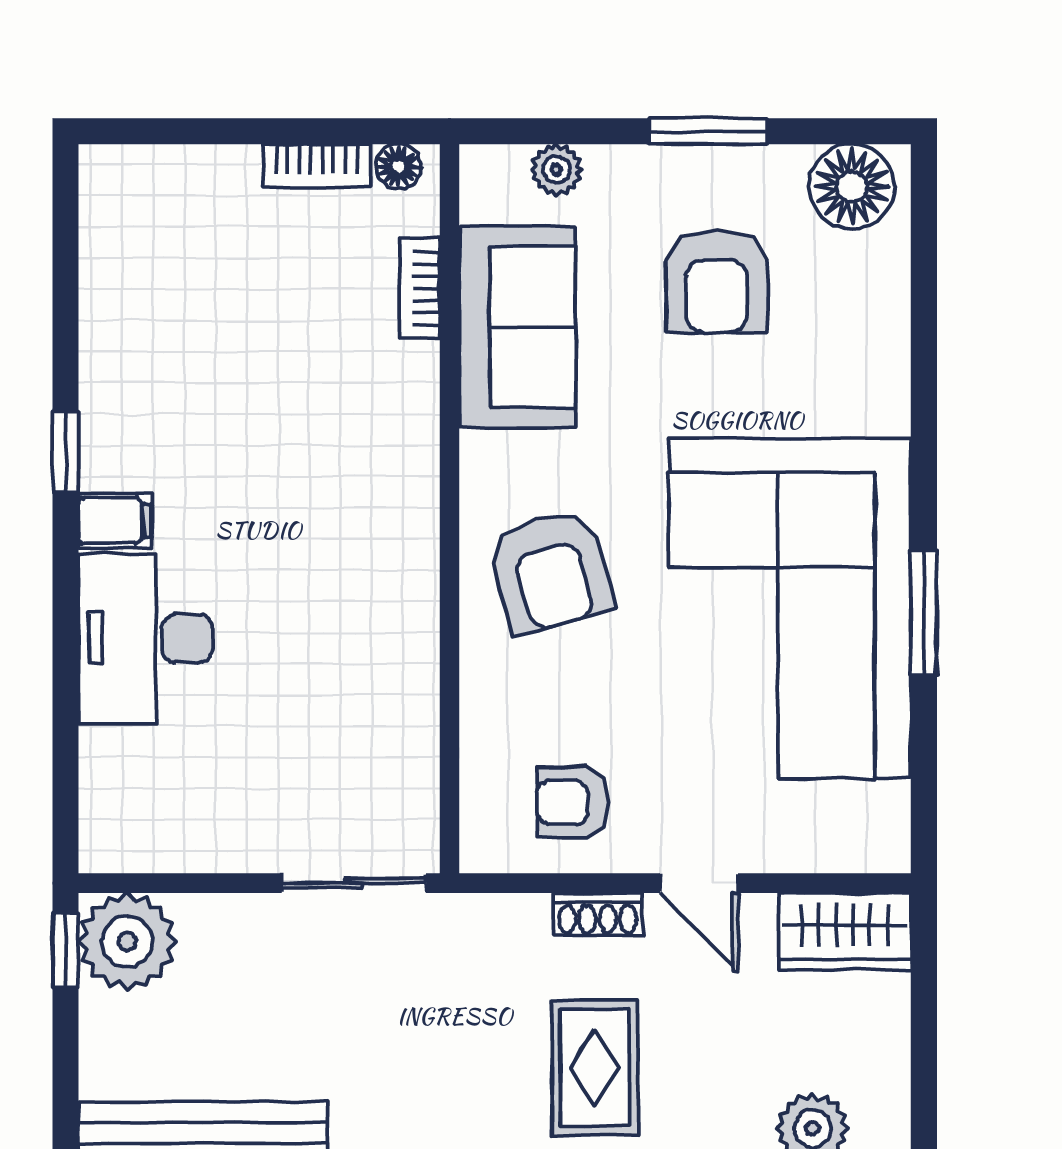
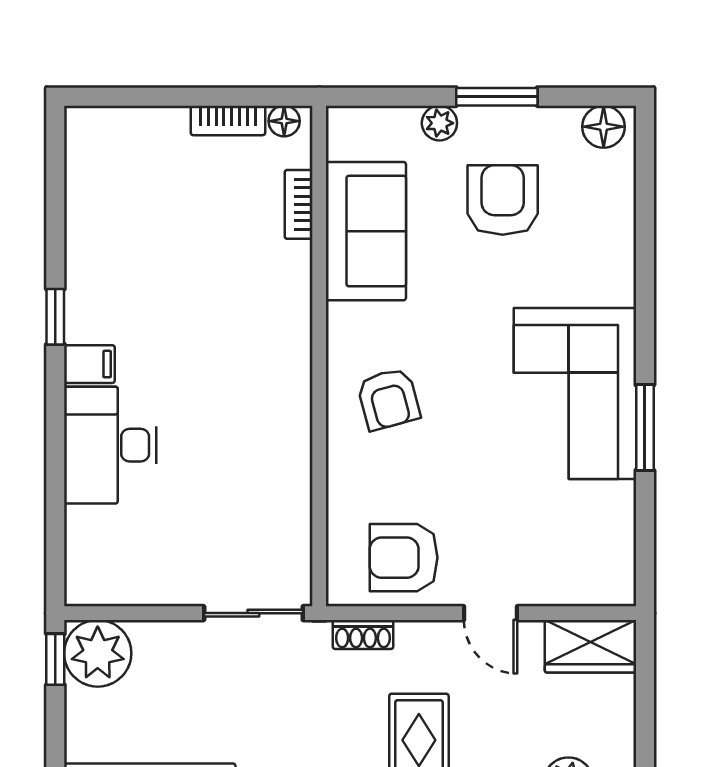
plant: (556, 170) -> (439, 123), moved
floor lamp: (852, 187) -> (604, 127), width x0.73, depth x0.73
armchair: (717, 282) -> (503, 200), turned 180
armchair: (550, 571) -> (388, 399), width x0.72, depth x0.72
corner sofa: (790, 608) -> (575, 393), width x0.73, depth x0.74
armchair: (572, 802) -> (404, 558), width x1.38, depth x1.38
shoe rack: (598, 914) -> (363, 634), moved

